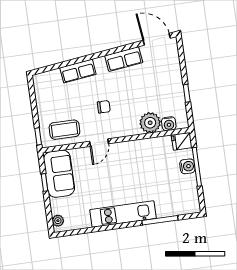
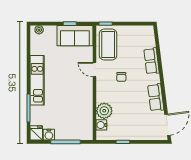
coffee table: (64, 130) -> (108, 45), width x1.36, depth x1.32
fridge: (182, 141) -> (36, 133), moved
water cooler: (187, 166) -> (49, 135), moved

